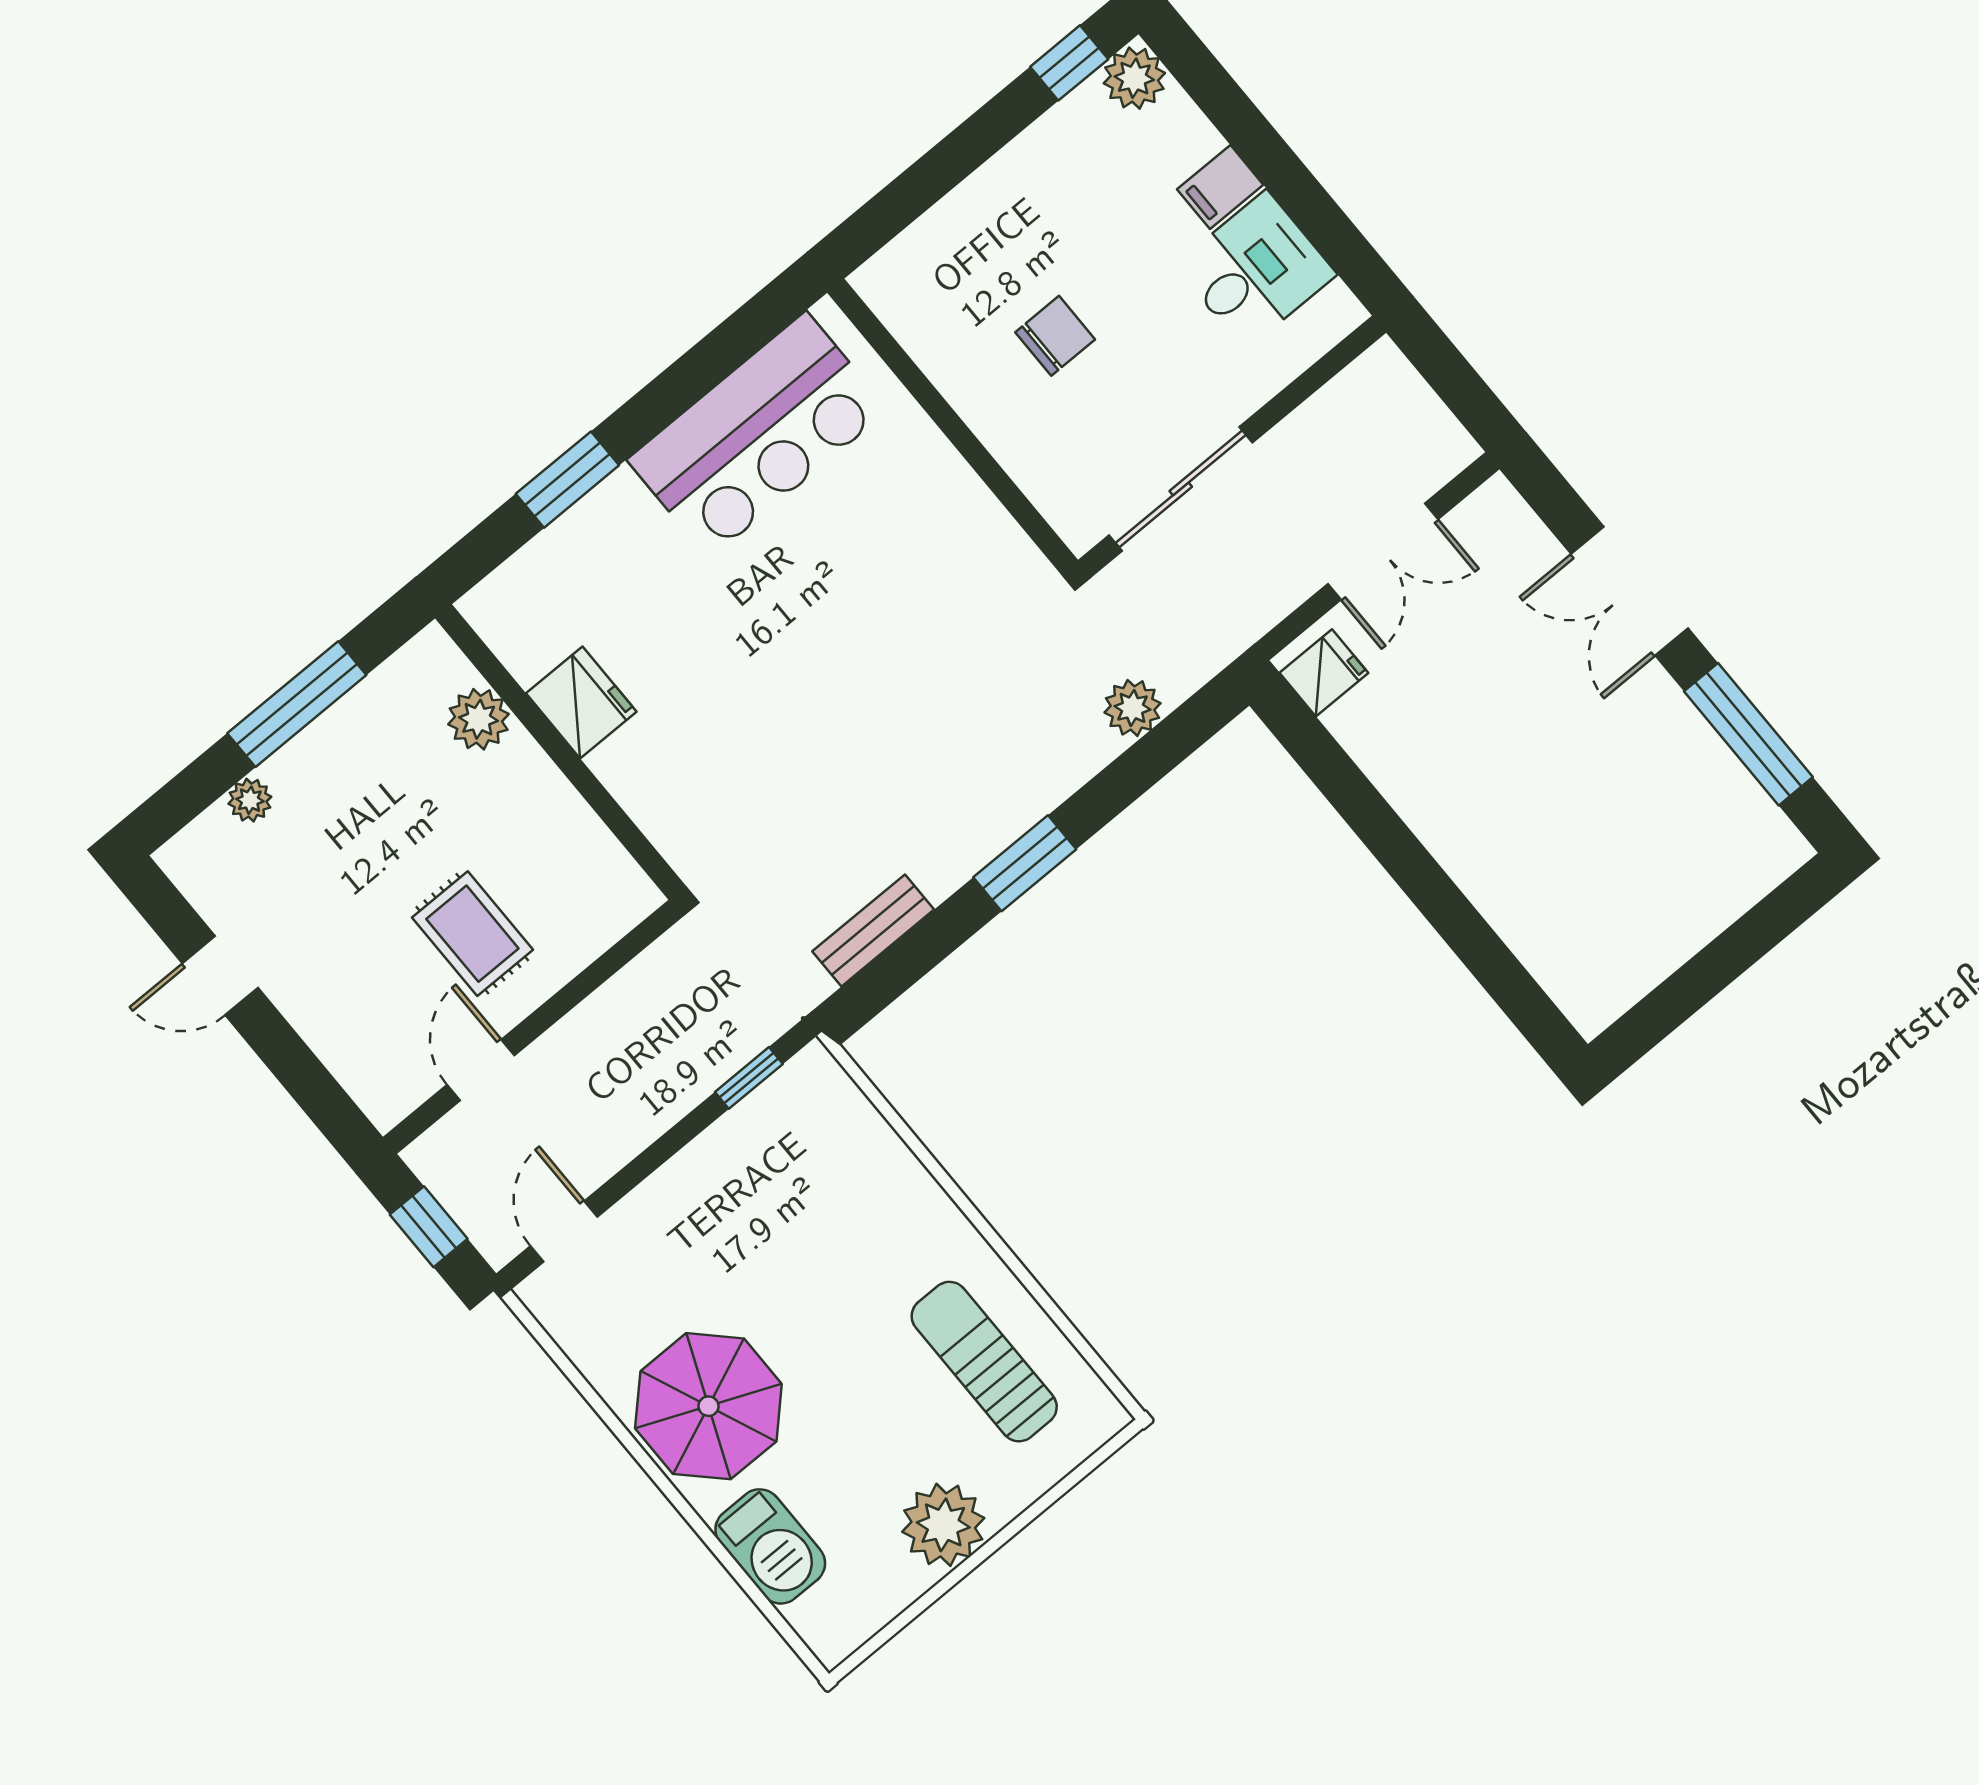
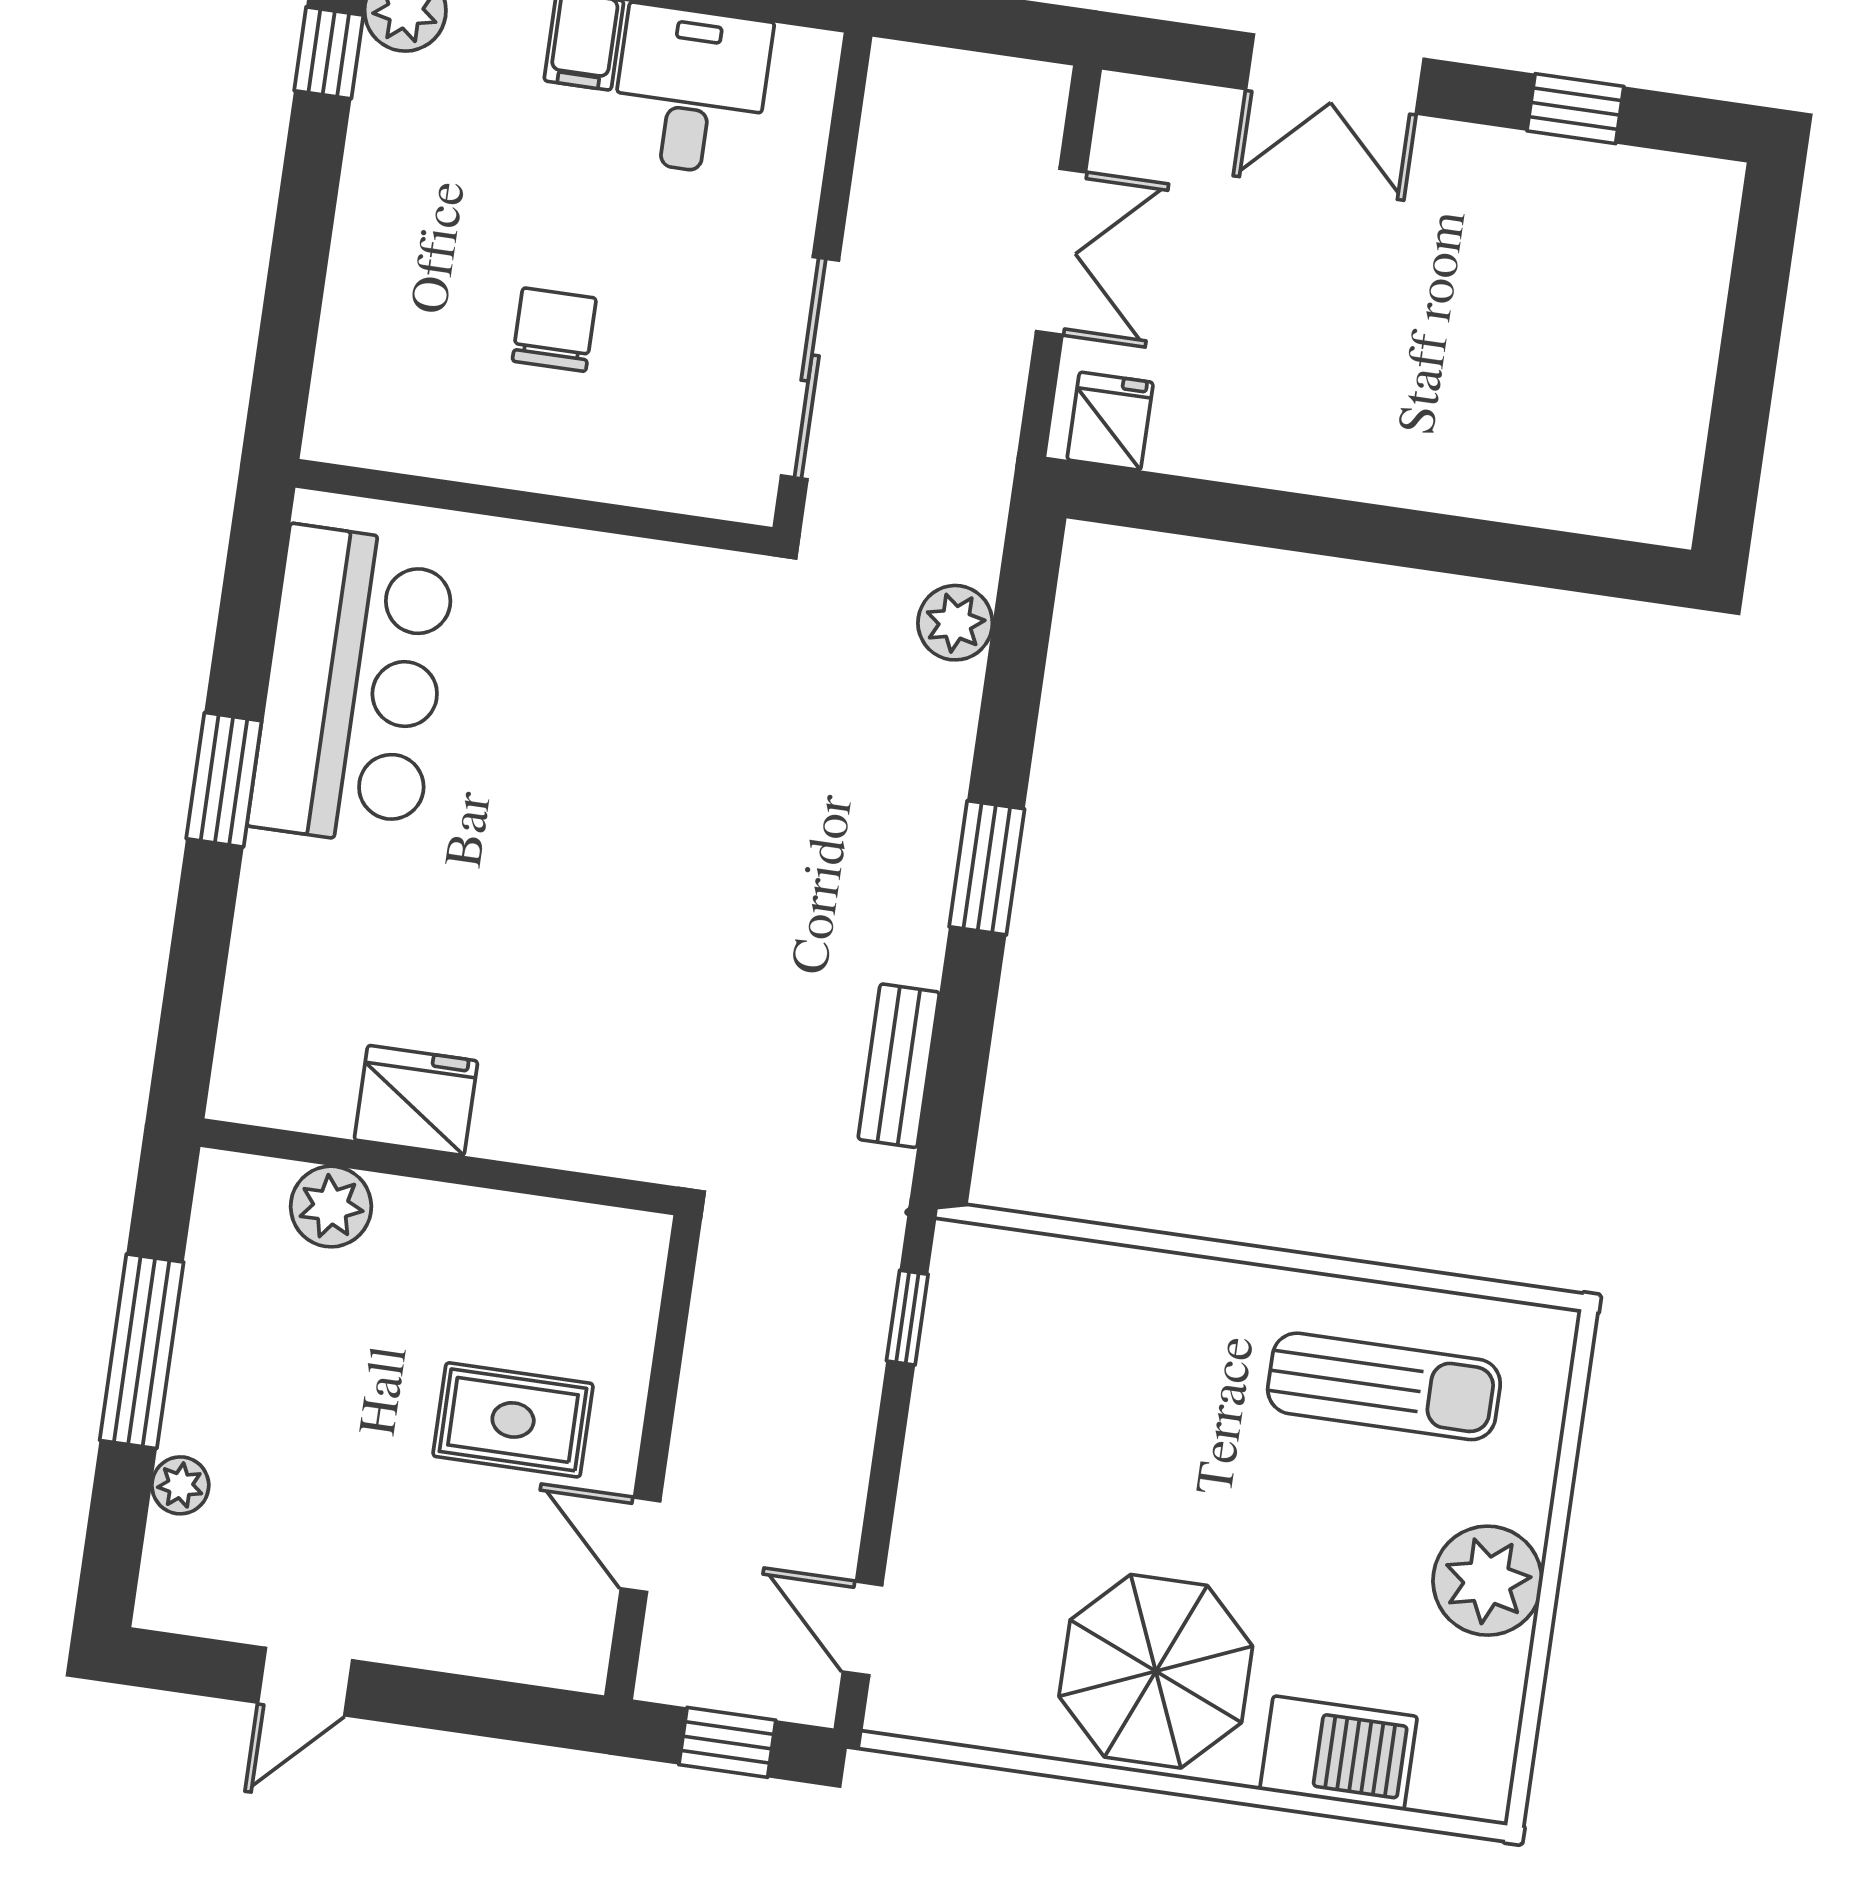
window: (567, 480) -> (224, 780), moved
window: (1748, 734) -> (1575, 109), width x0.46
sun lounger: (984, 1362) -> (1384, 1386), turned 180

